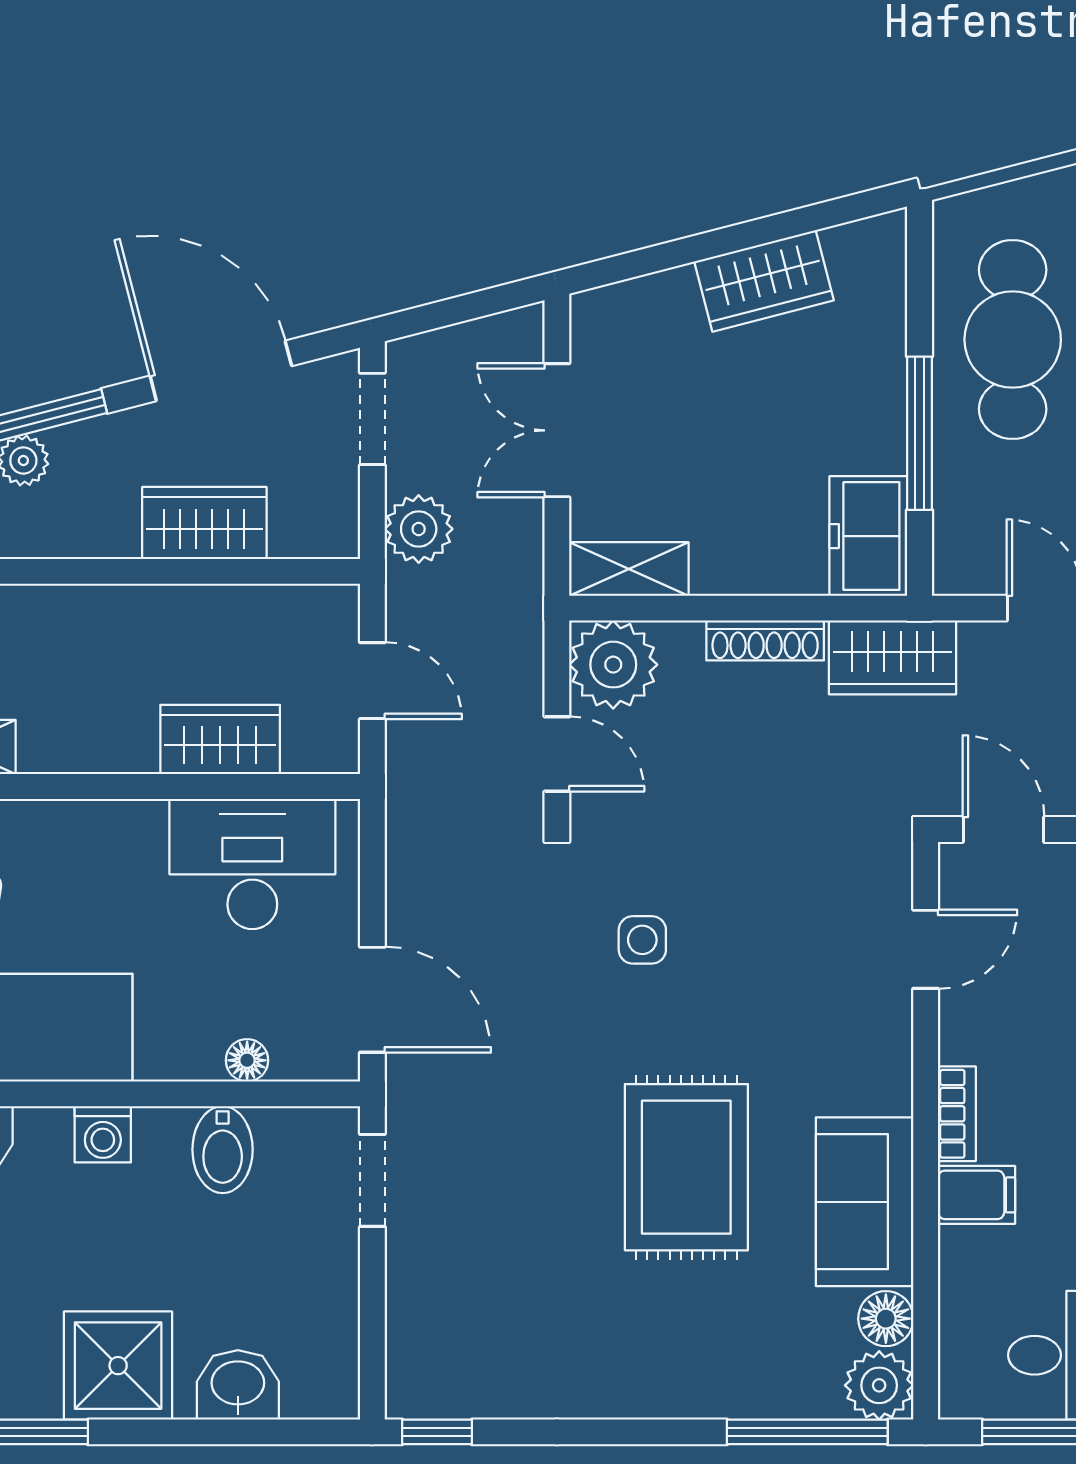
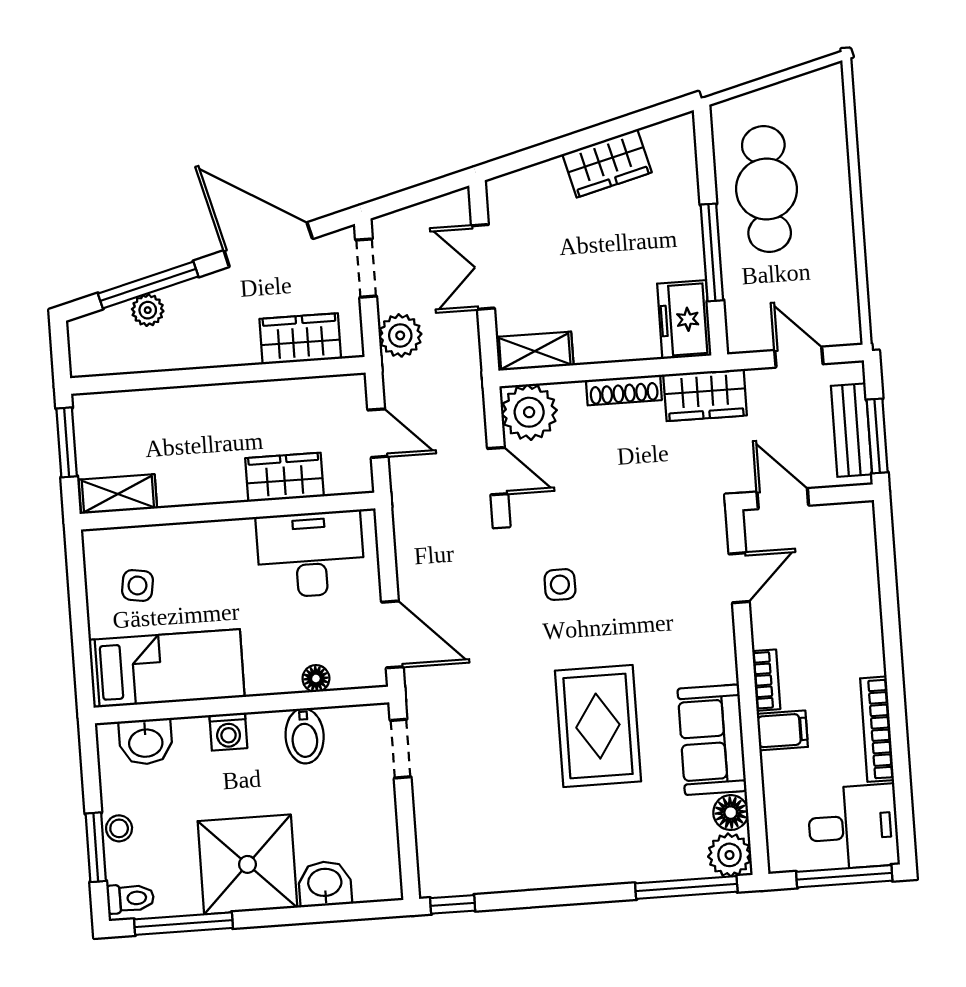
wardrobe: (204, 523) -> (300, 339), moved
shower: (118, 1366) -> (247, 864), width x1.37, depth x1.37

